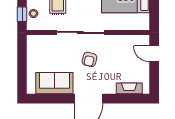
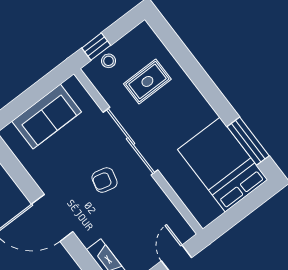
sofa: (54, 83) -> (47, 117), moved, turned 90

